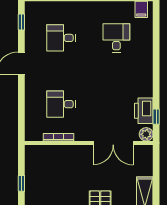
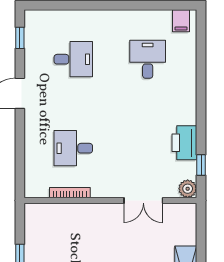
desk: (61, 38) -> (73, 59), turned 180
printer: (144, 111) -> (184, 143), moved
double door: (113, 143) -> (143, 200), width x0.73

